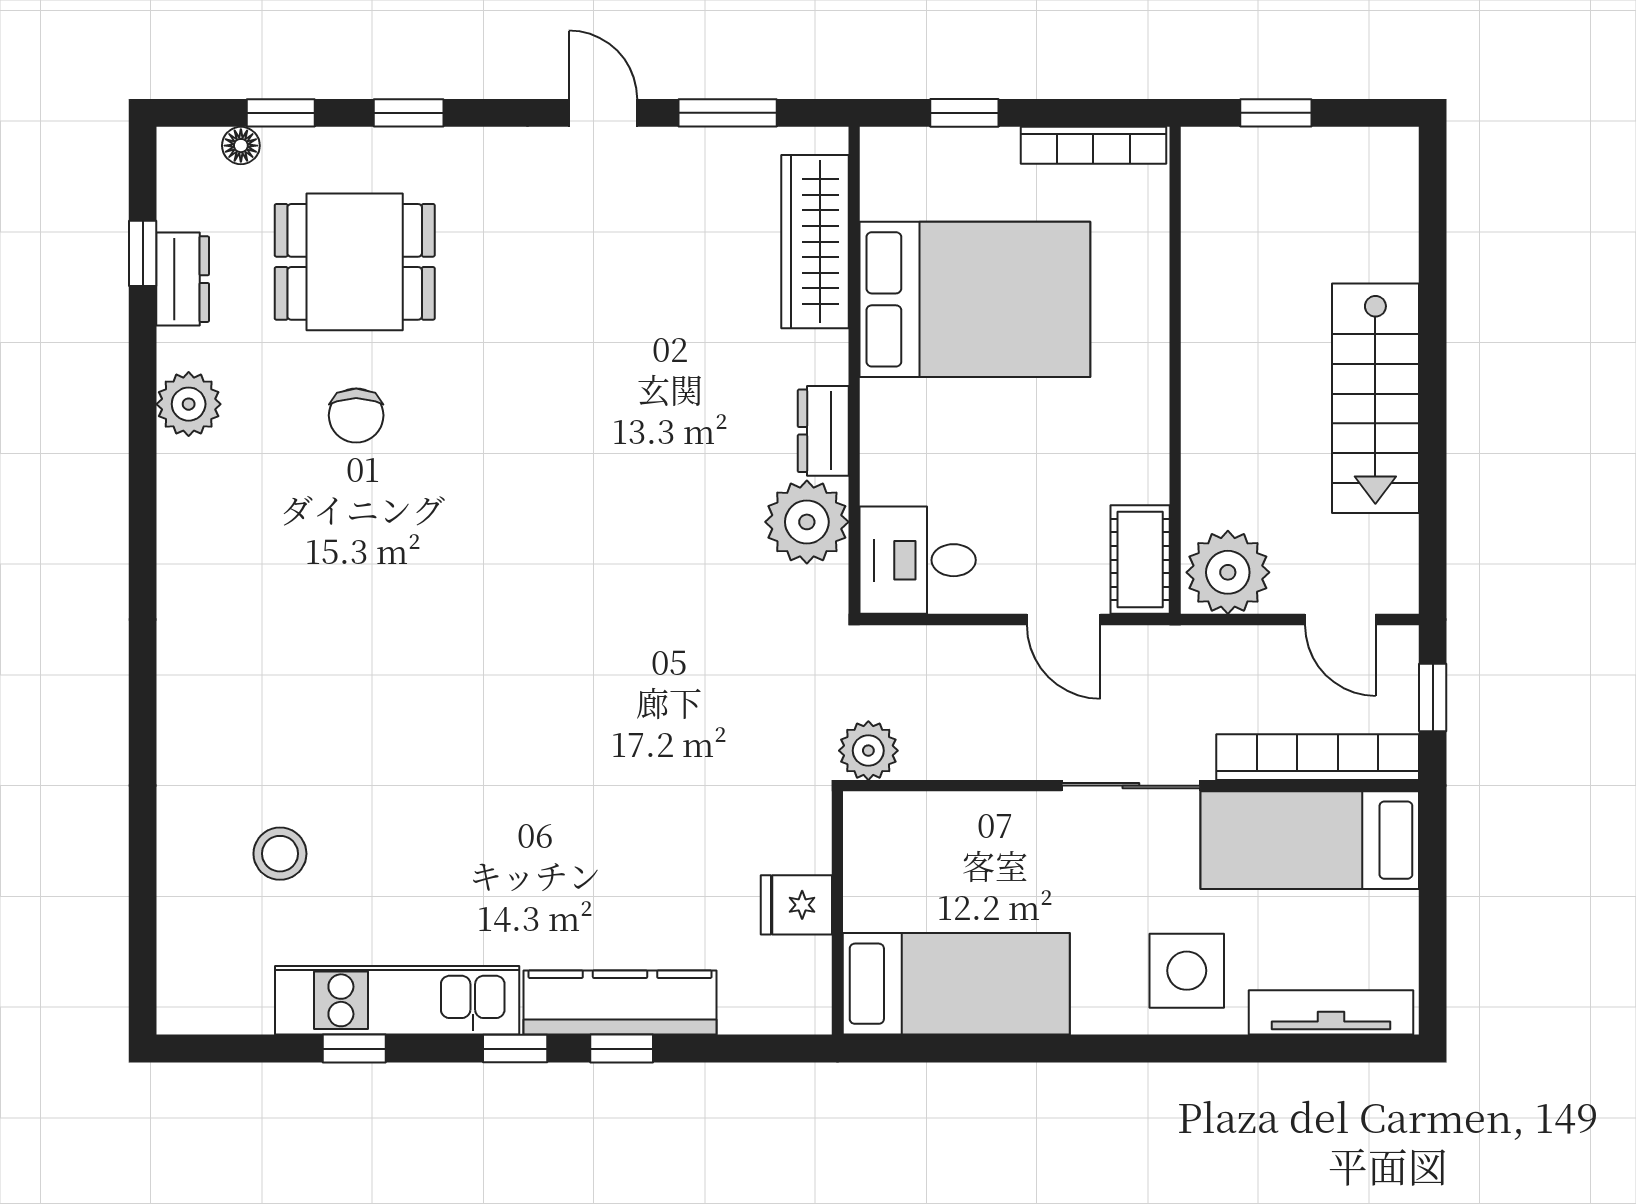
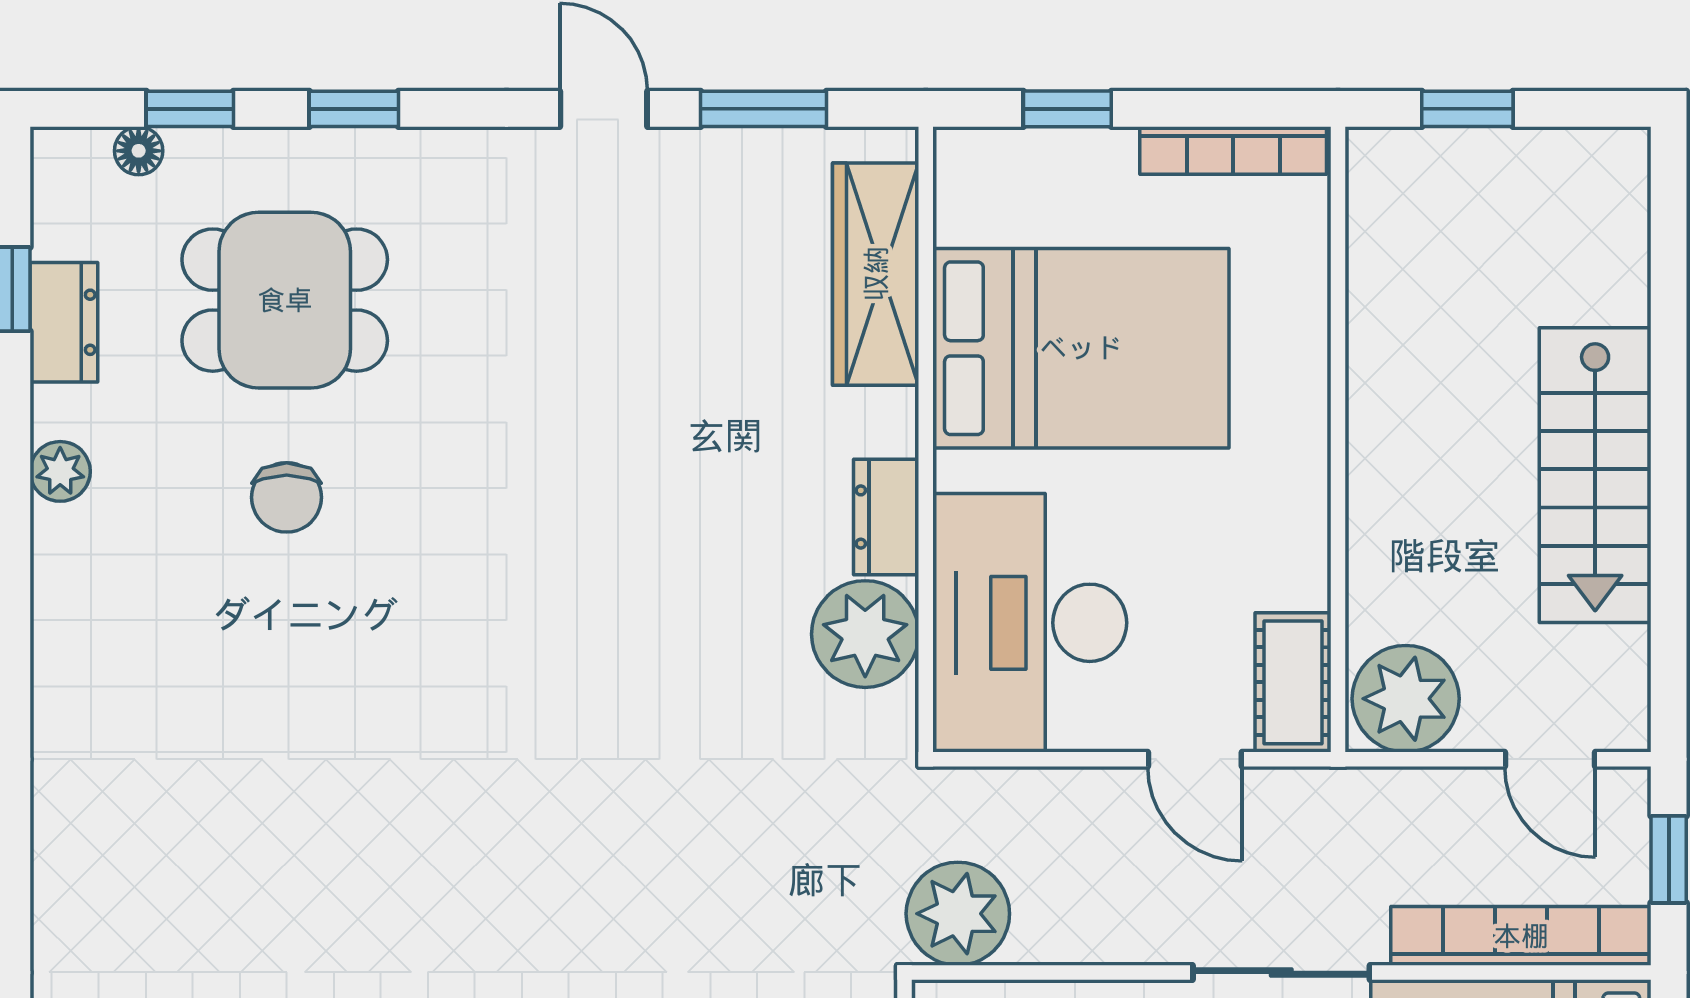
plant: (189, 404) -> (60, 471), width x0.73, depth x0.73
desk: (918, 560) -> (1030, 623), width x1.87, depth x1.30
plant: (868, 751) -> (958, 914), width x1.36, depth x1.36

